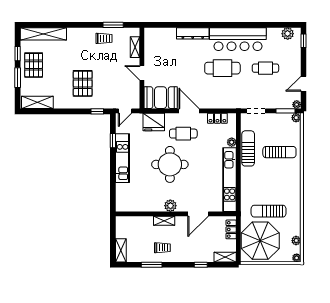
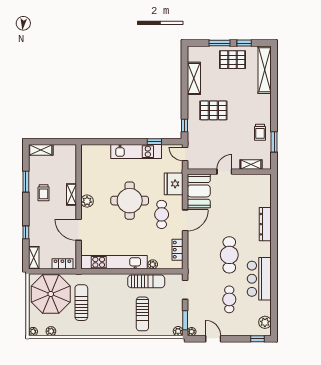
bar counter: (238, 39) -> (259, 279), width x0.73
shelving: (37, 102) -> (194, 78), moved

